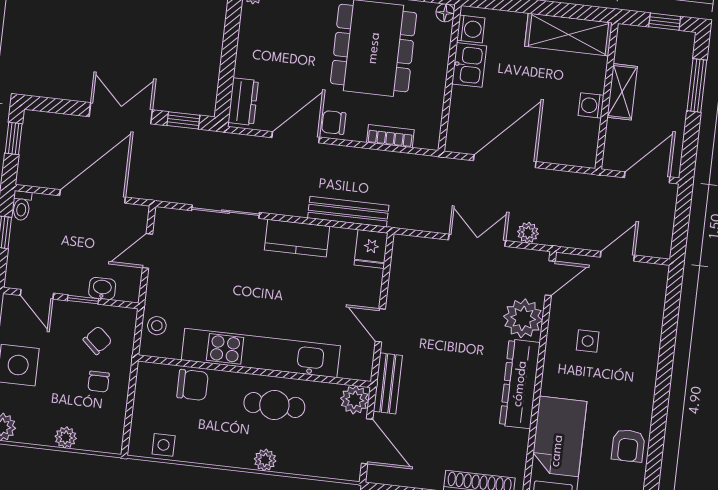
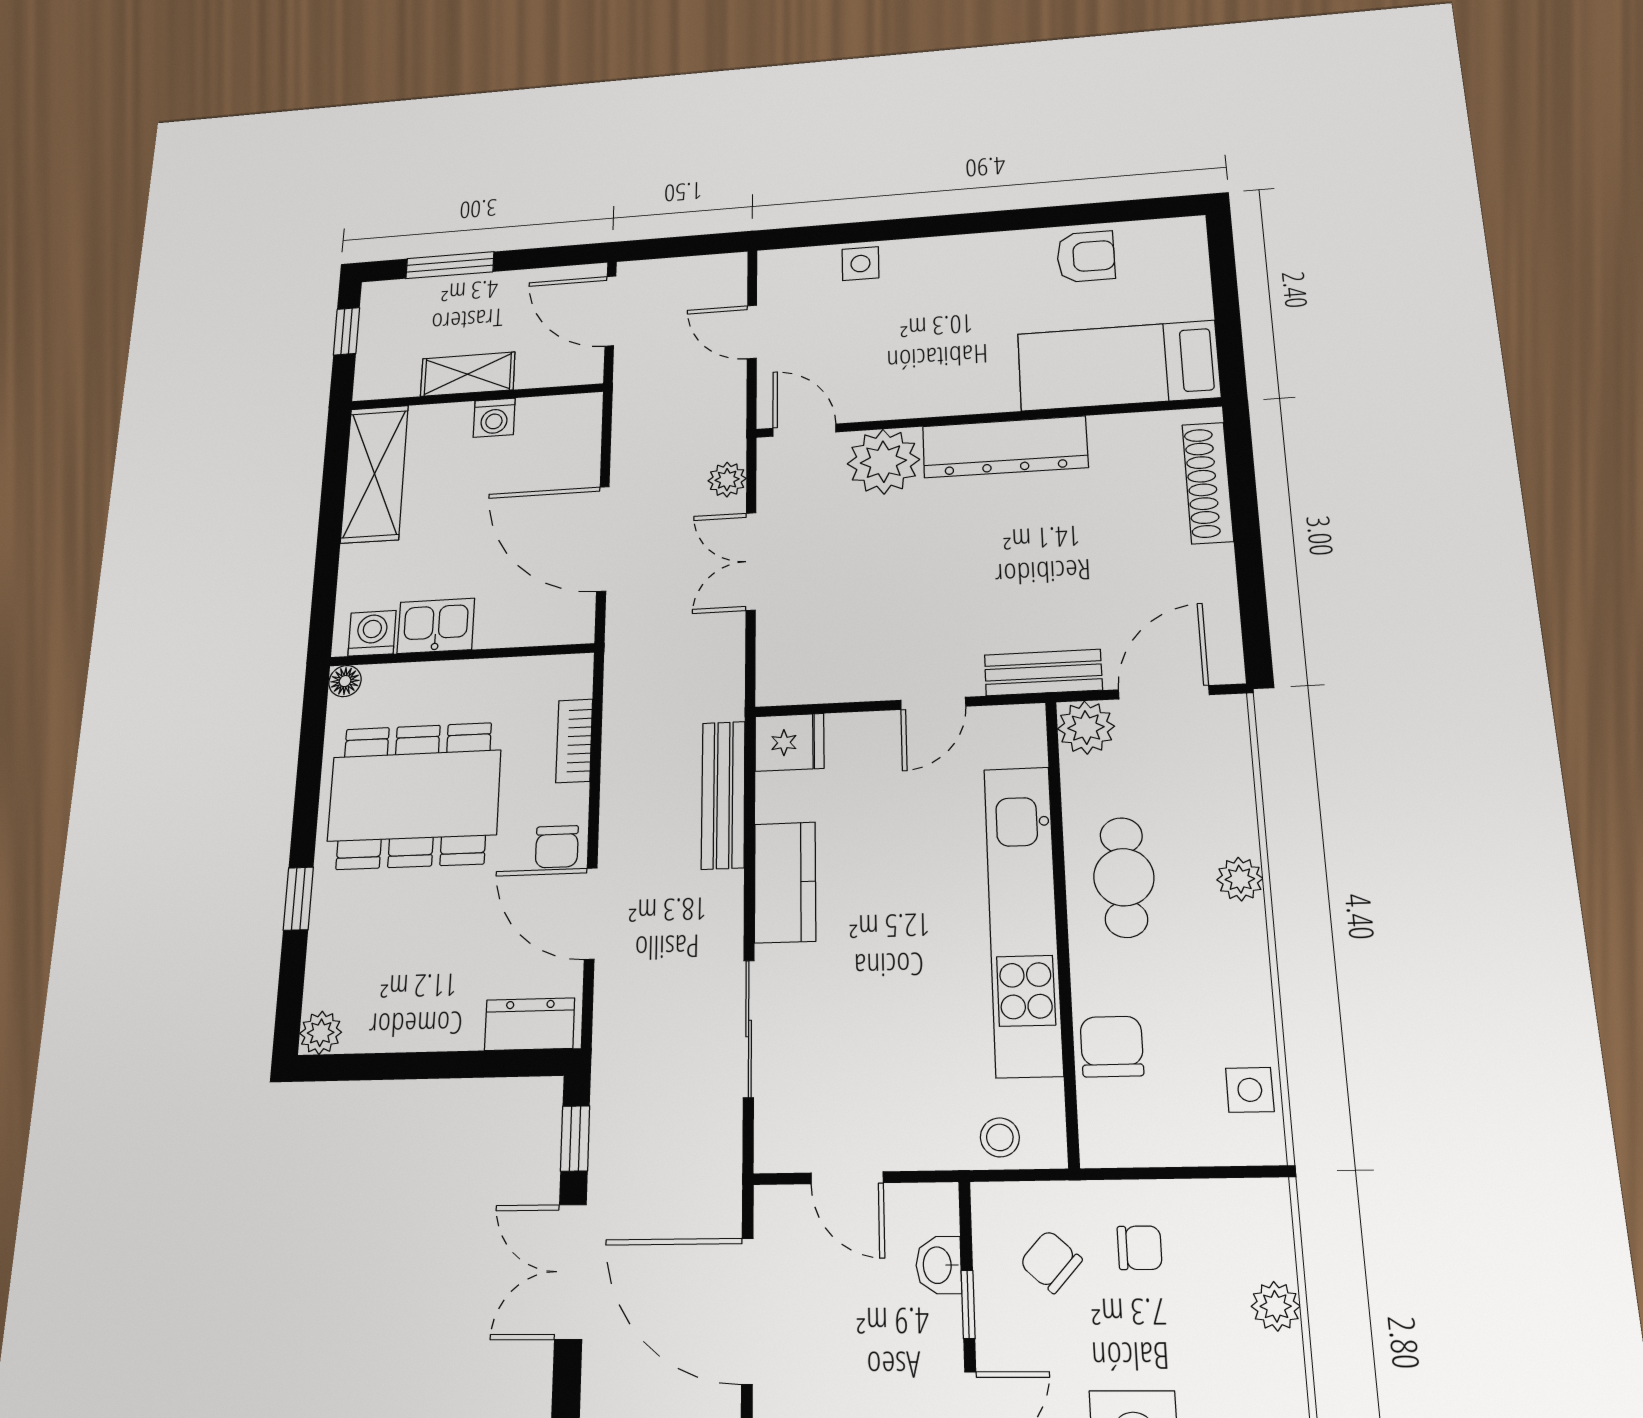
side table: (588, 341) -> (860, 264), moved

